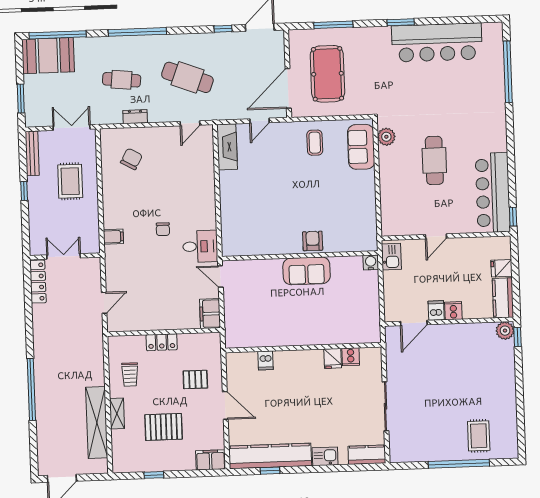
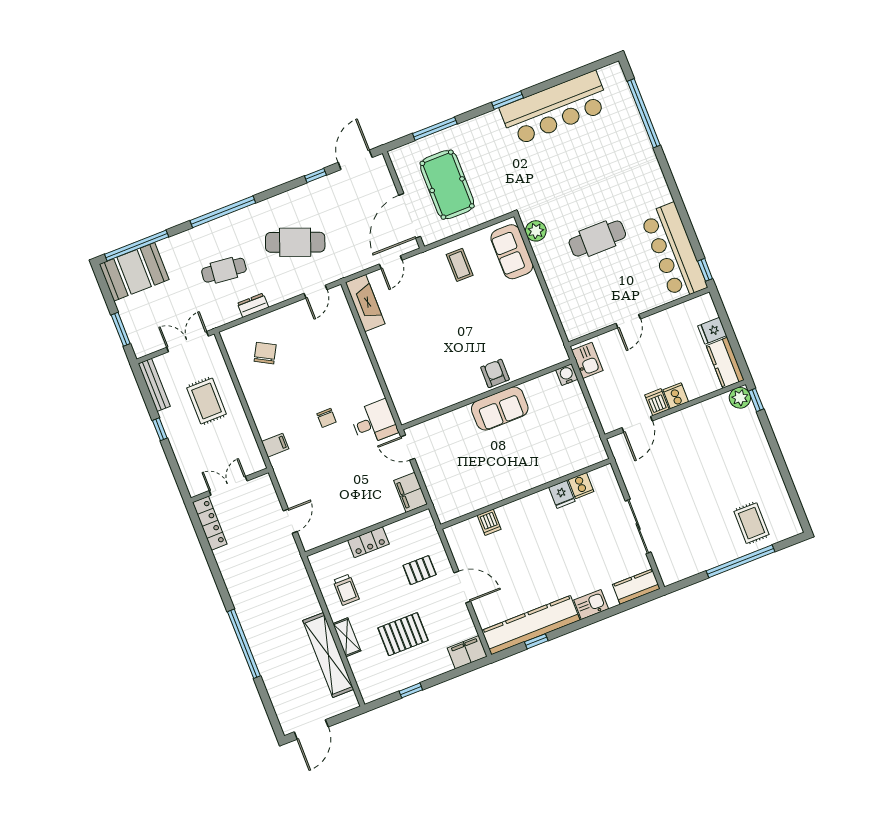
cafe table: (434, 160) -> (597, 239), turned 90

